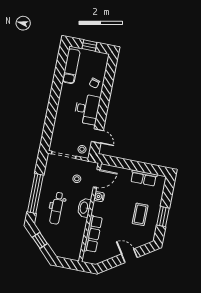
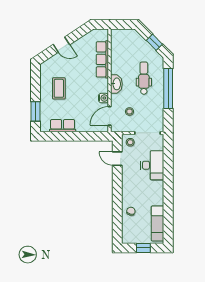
desk: (87, 109) -> (152, 165), moved, turned 180
window: (163, 217) -> (35, 111), moved

